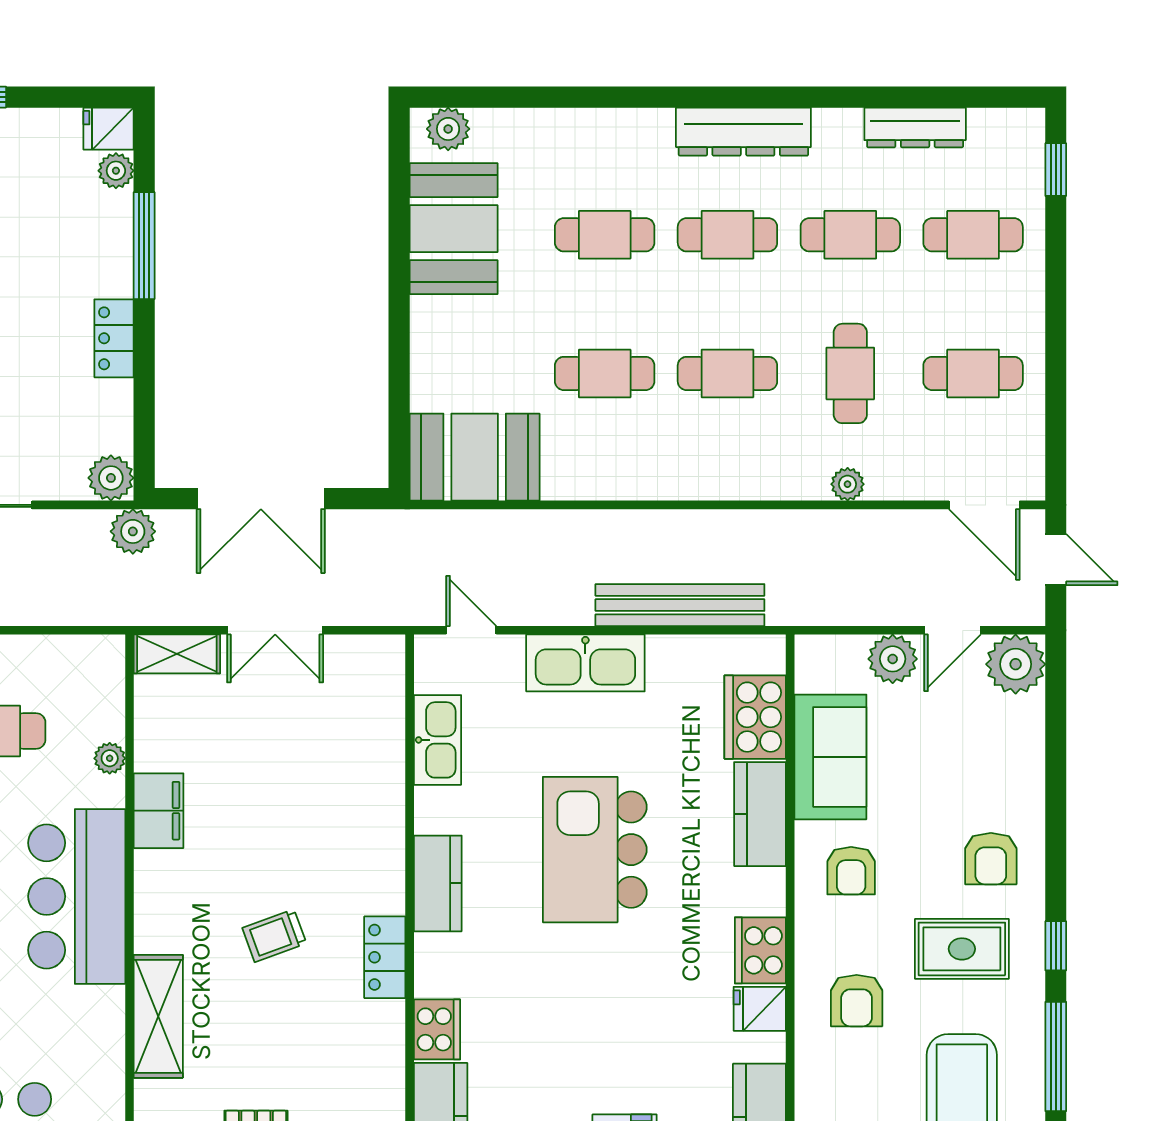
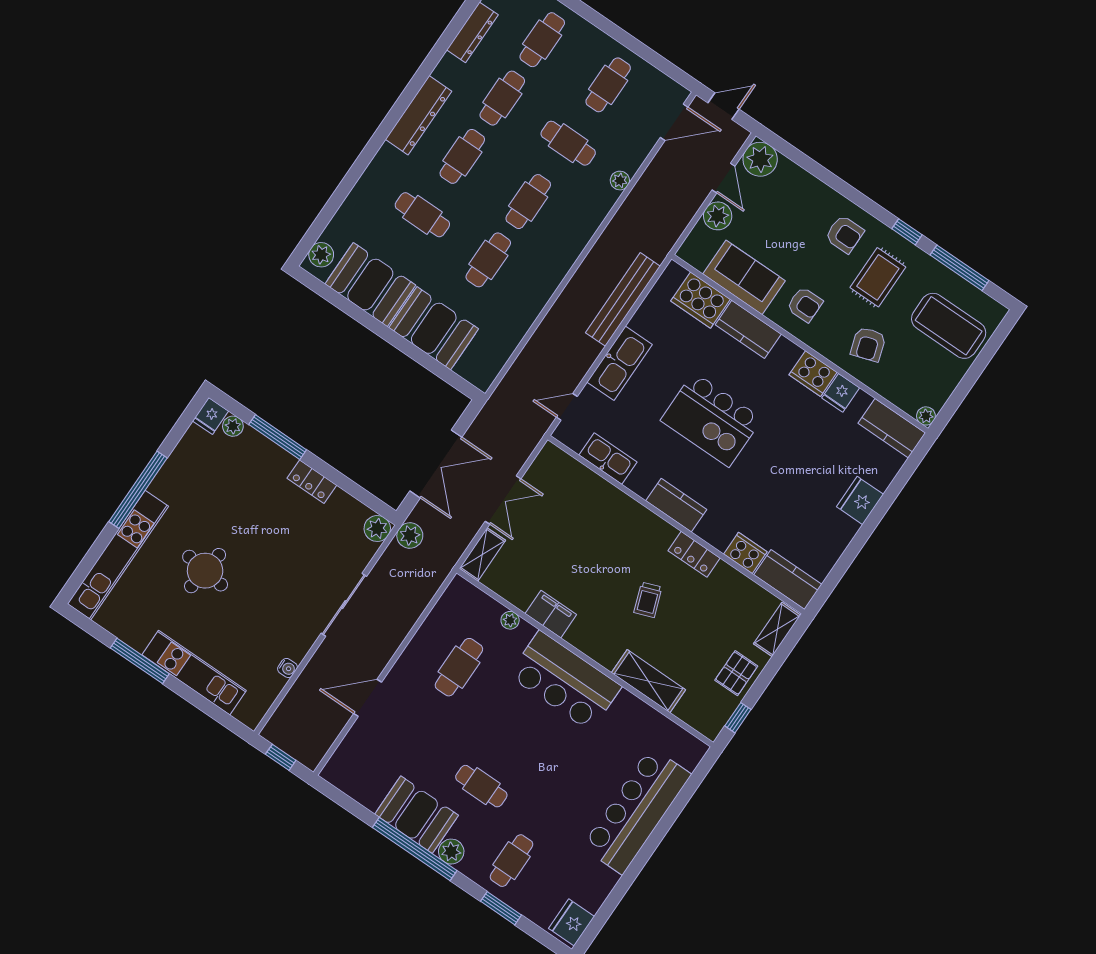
cafe table: (605, 235) -> (422, 215), turned 90
booth: (475, 457) -> (434, 328), moved, turned 90
armchair: (857, 1001) -> (868, 344), turned 72

